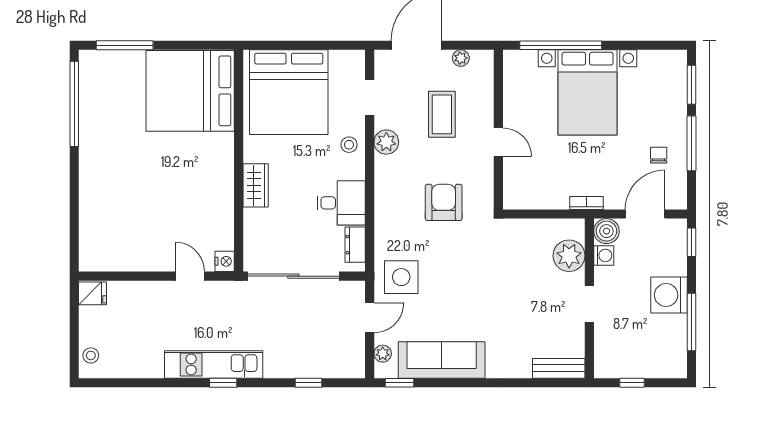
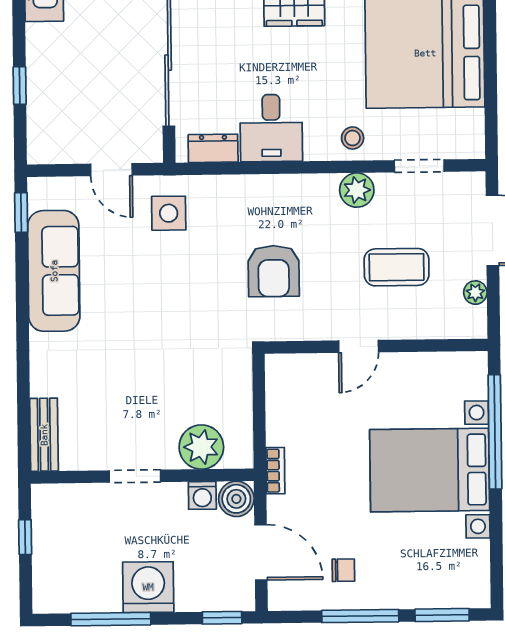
armchair: (444, 202) -> (274, 271), turned 90
side table: (401, 277) -> (169, 213), width x0.73, depth x0.73
plant: (383, 354) -> (62, 189), removed

